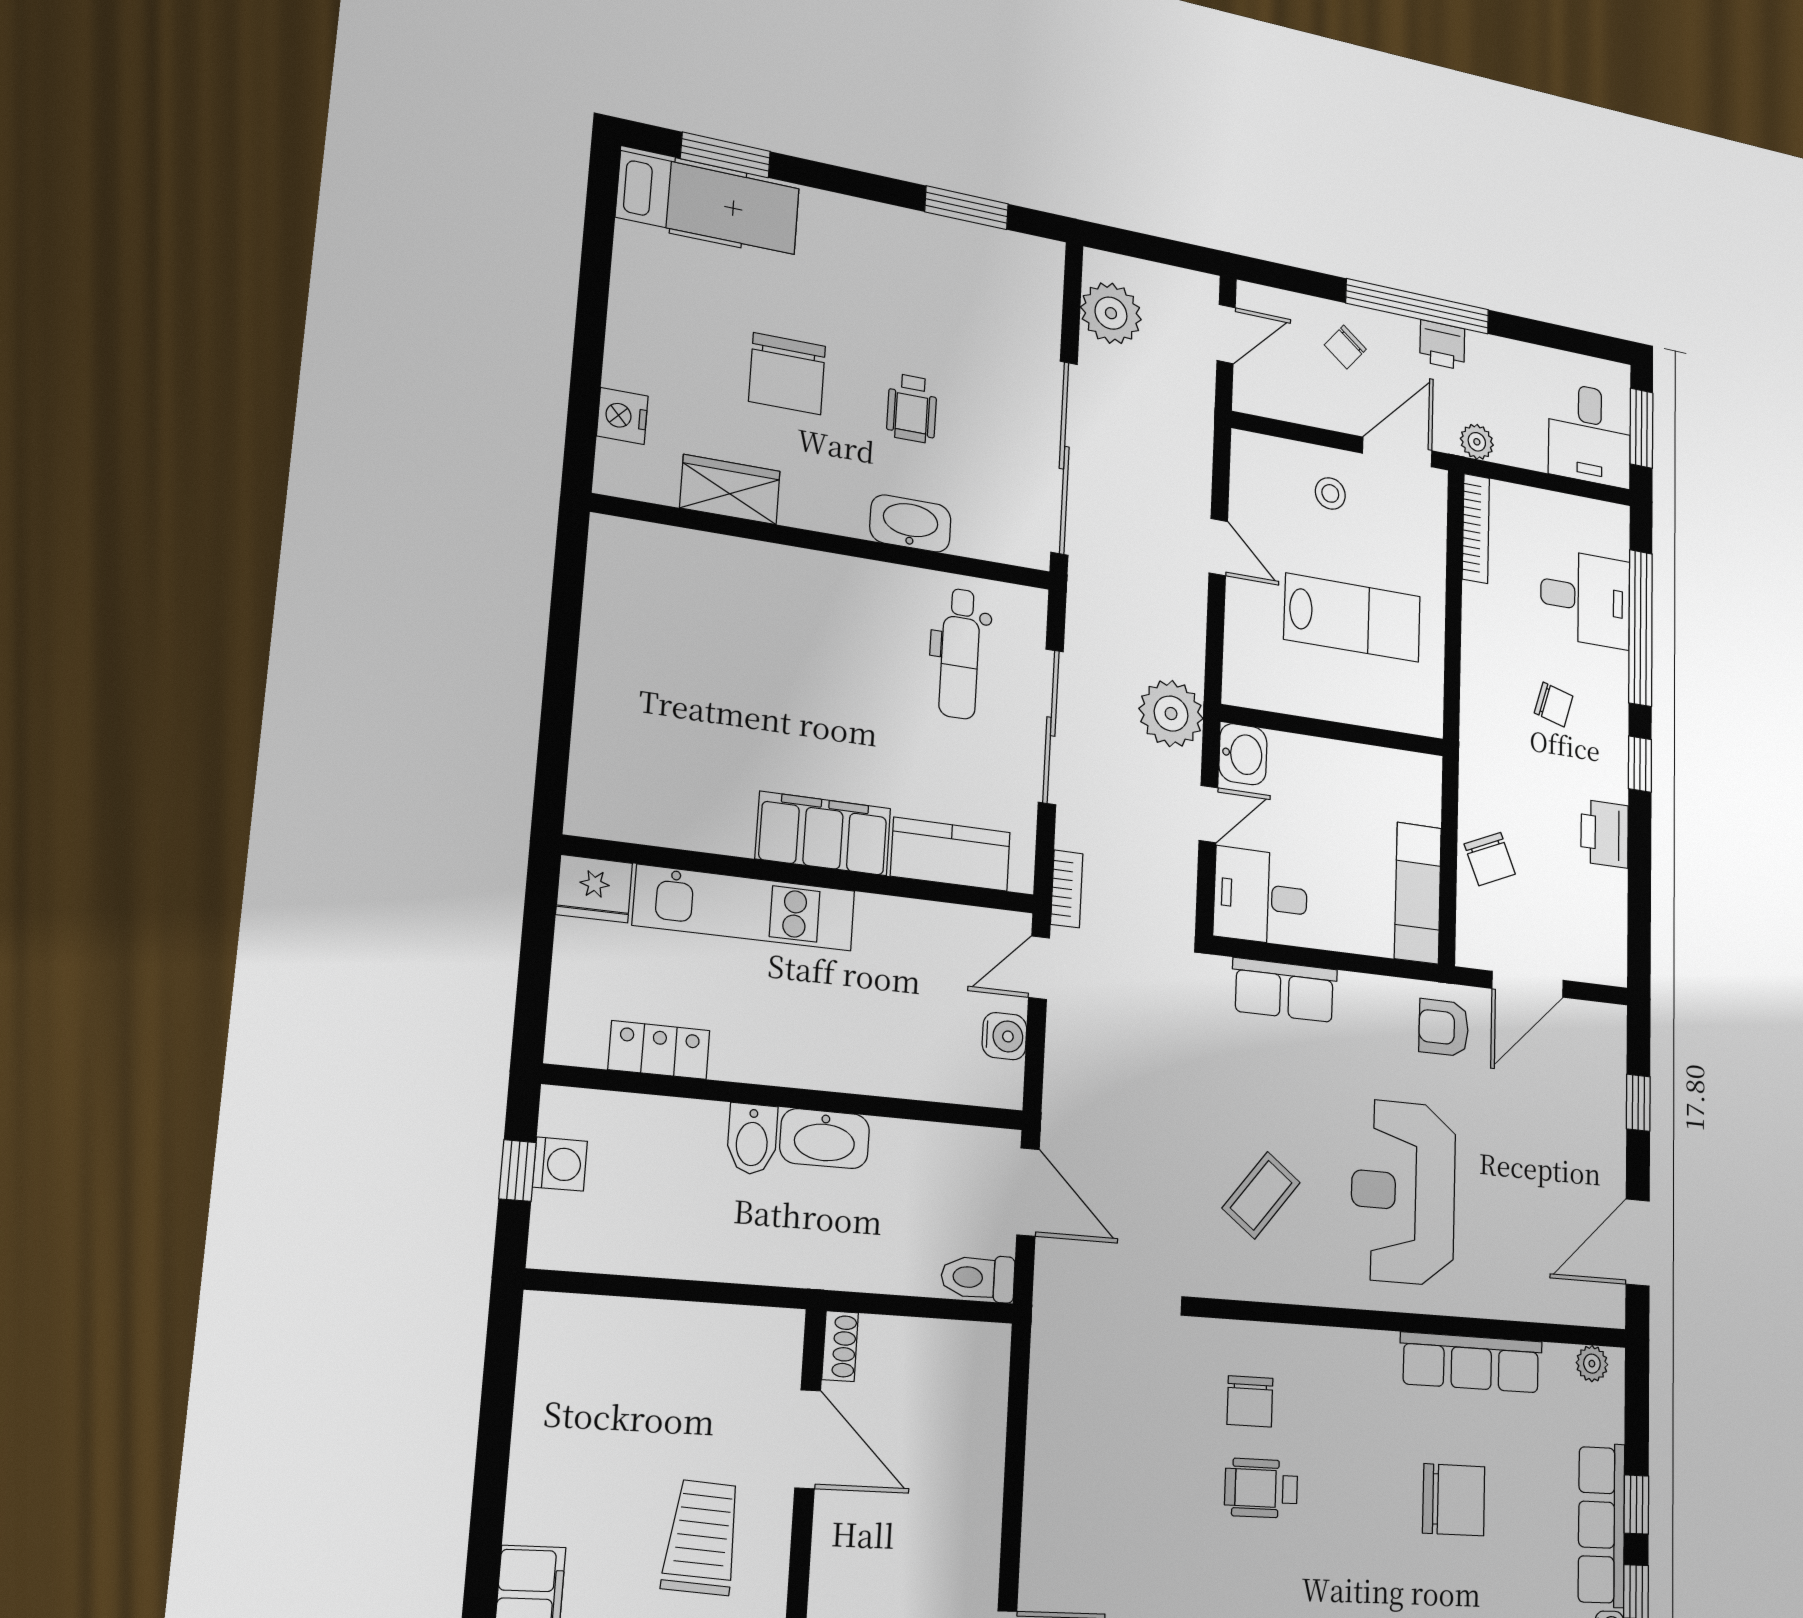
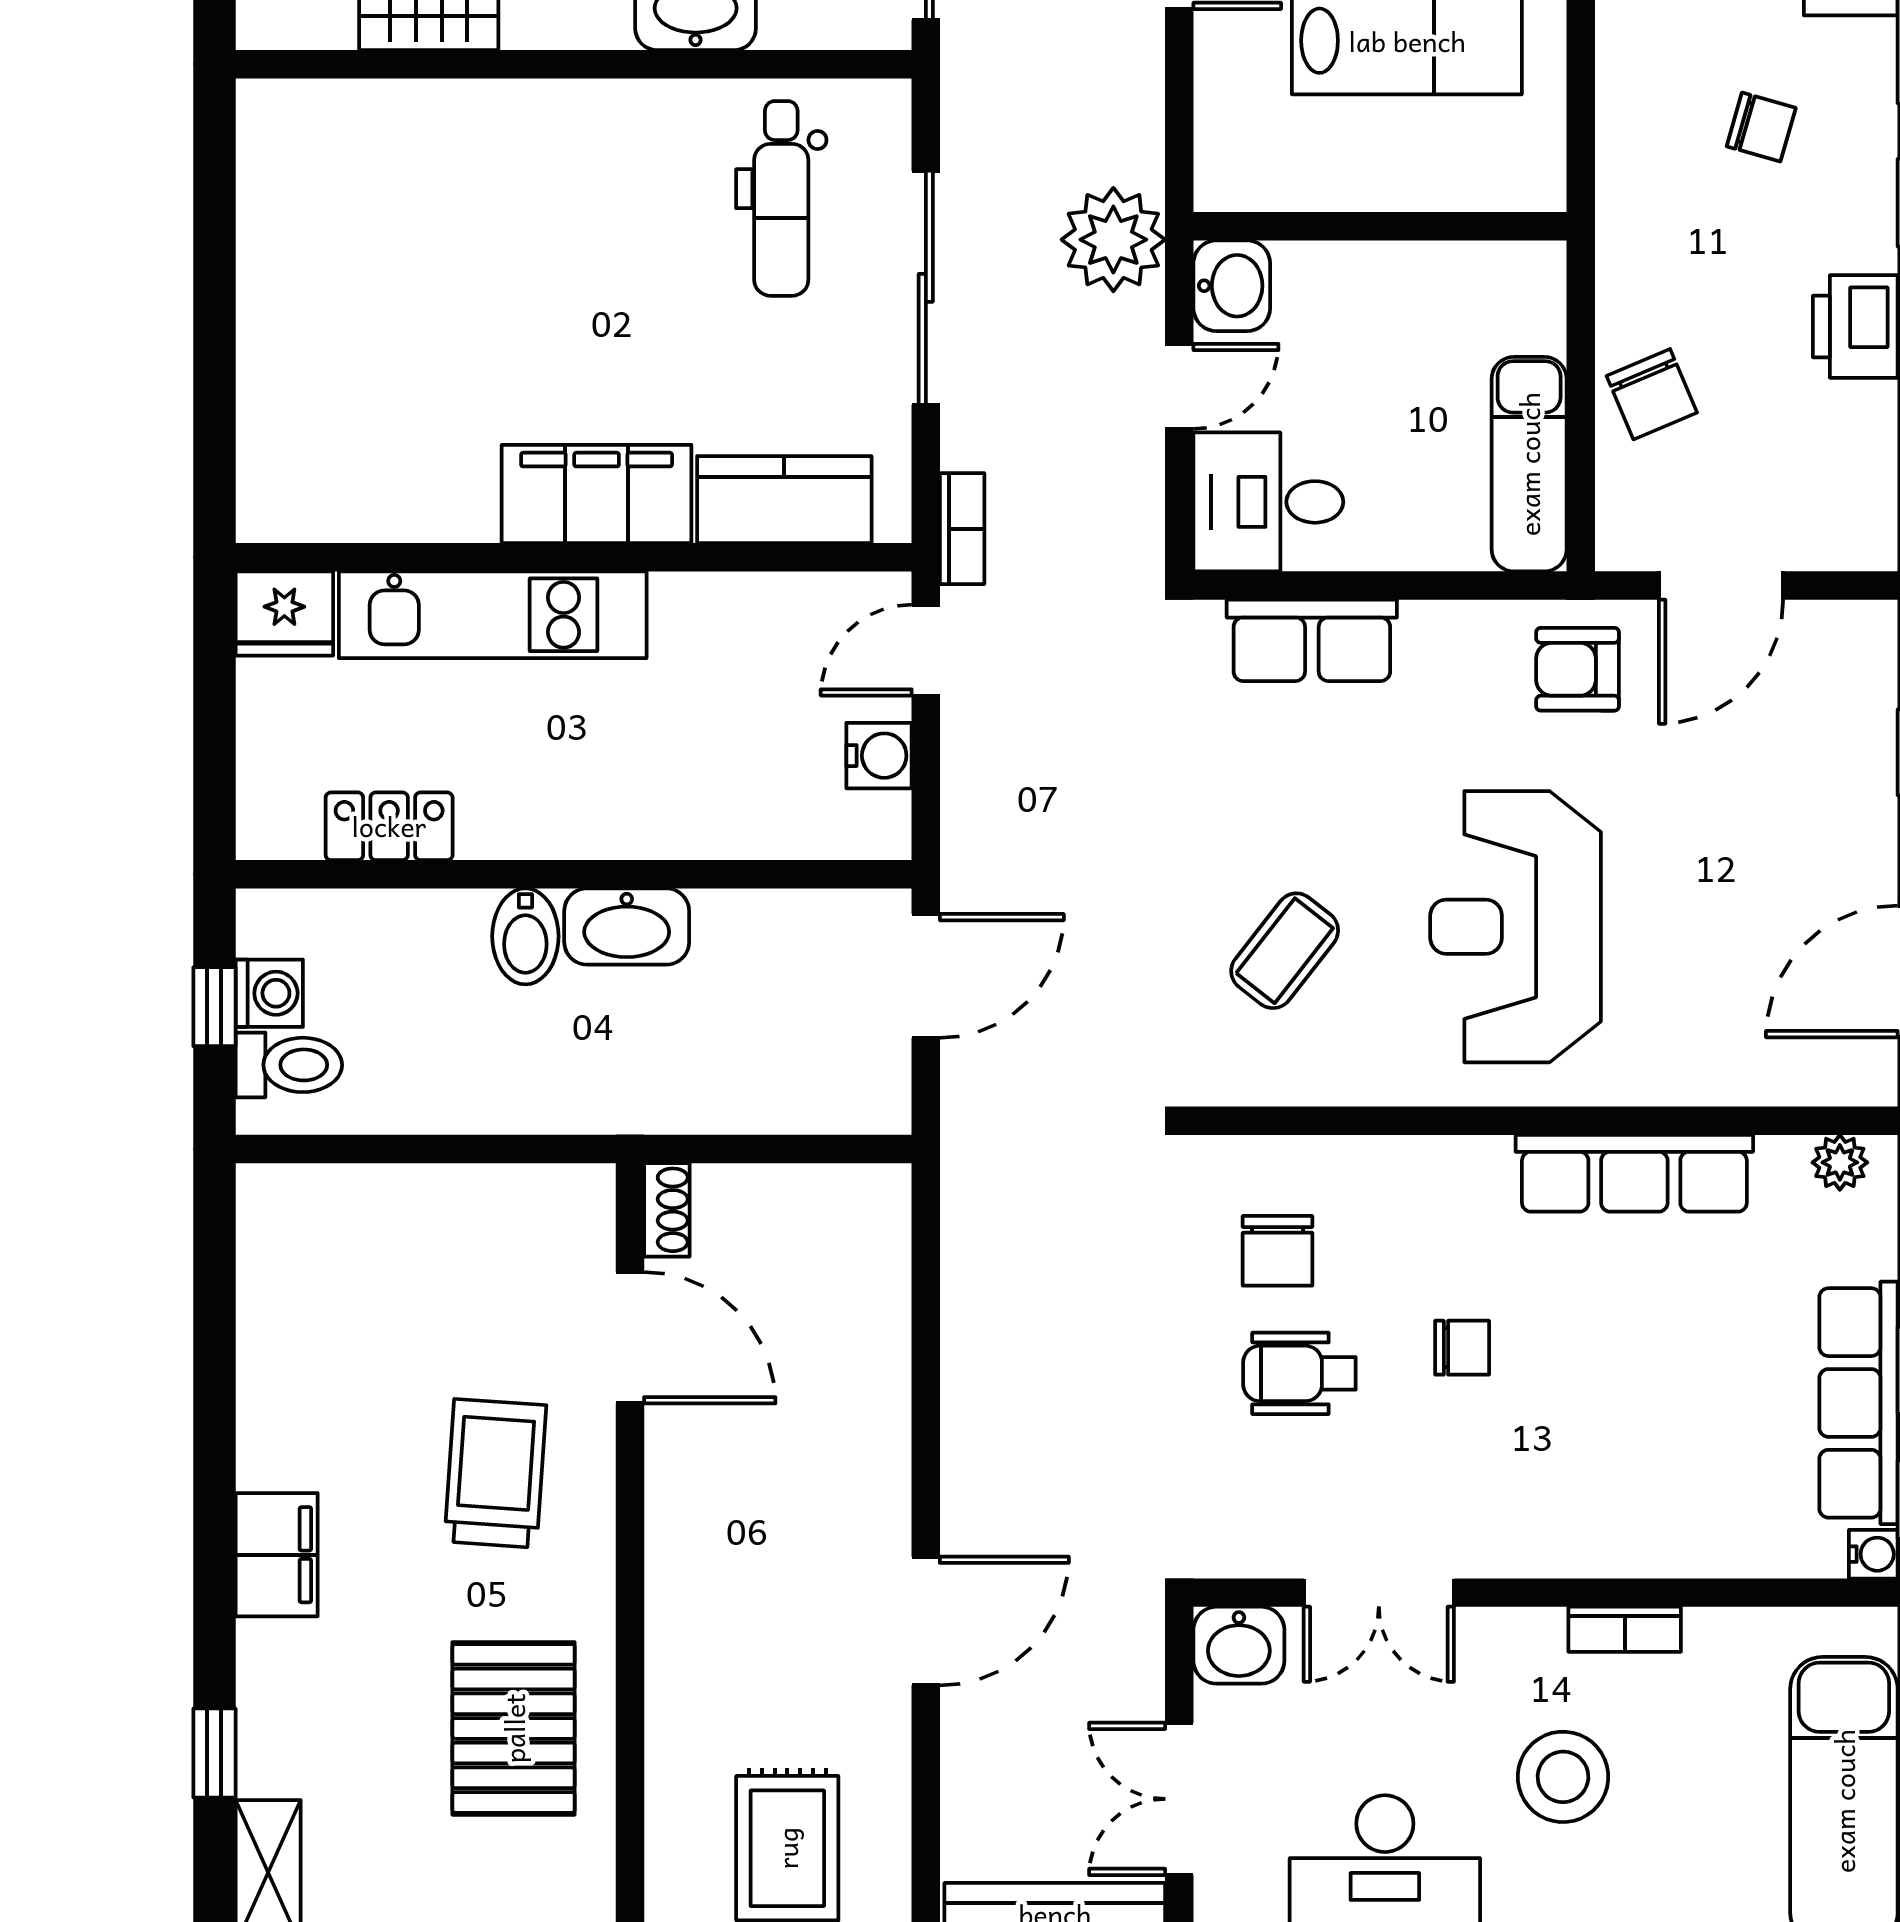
door: (1028, 1192) -> (926, 976), hinge flipped
toilet: (978, 1278) -> (289, 1065), moved, turned 180
chair: (1454, 1500) -> (1462, 1348), moved, width x0.54, depth x0.54

